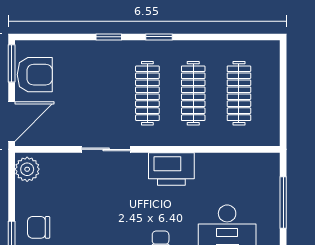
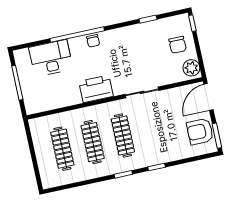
chair: (39, 227) -> (178, 45), moved, turned 90

